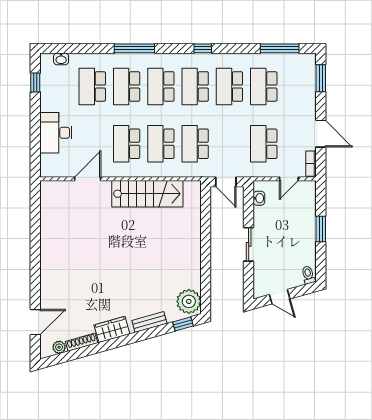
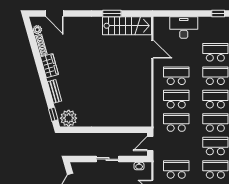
stairs: (147, 194) -> (127, 26), moved, turned -90
window: (35, 238) -> (112, 13), added

